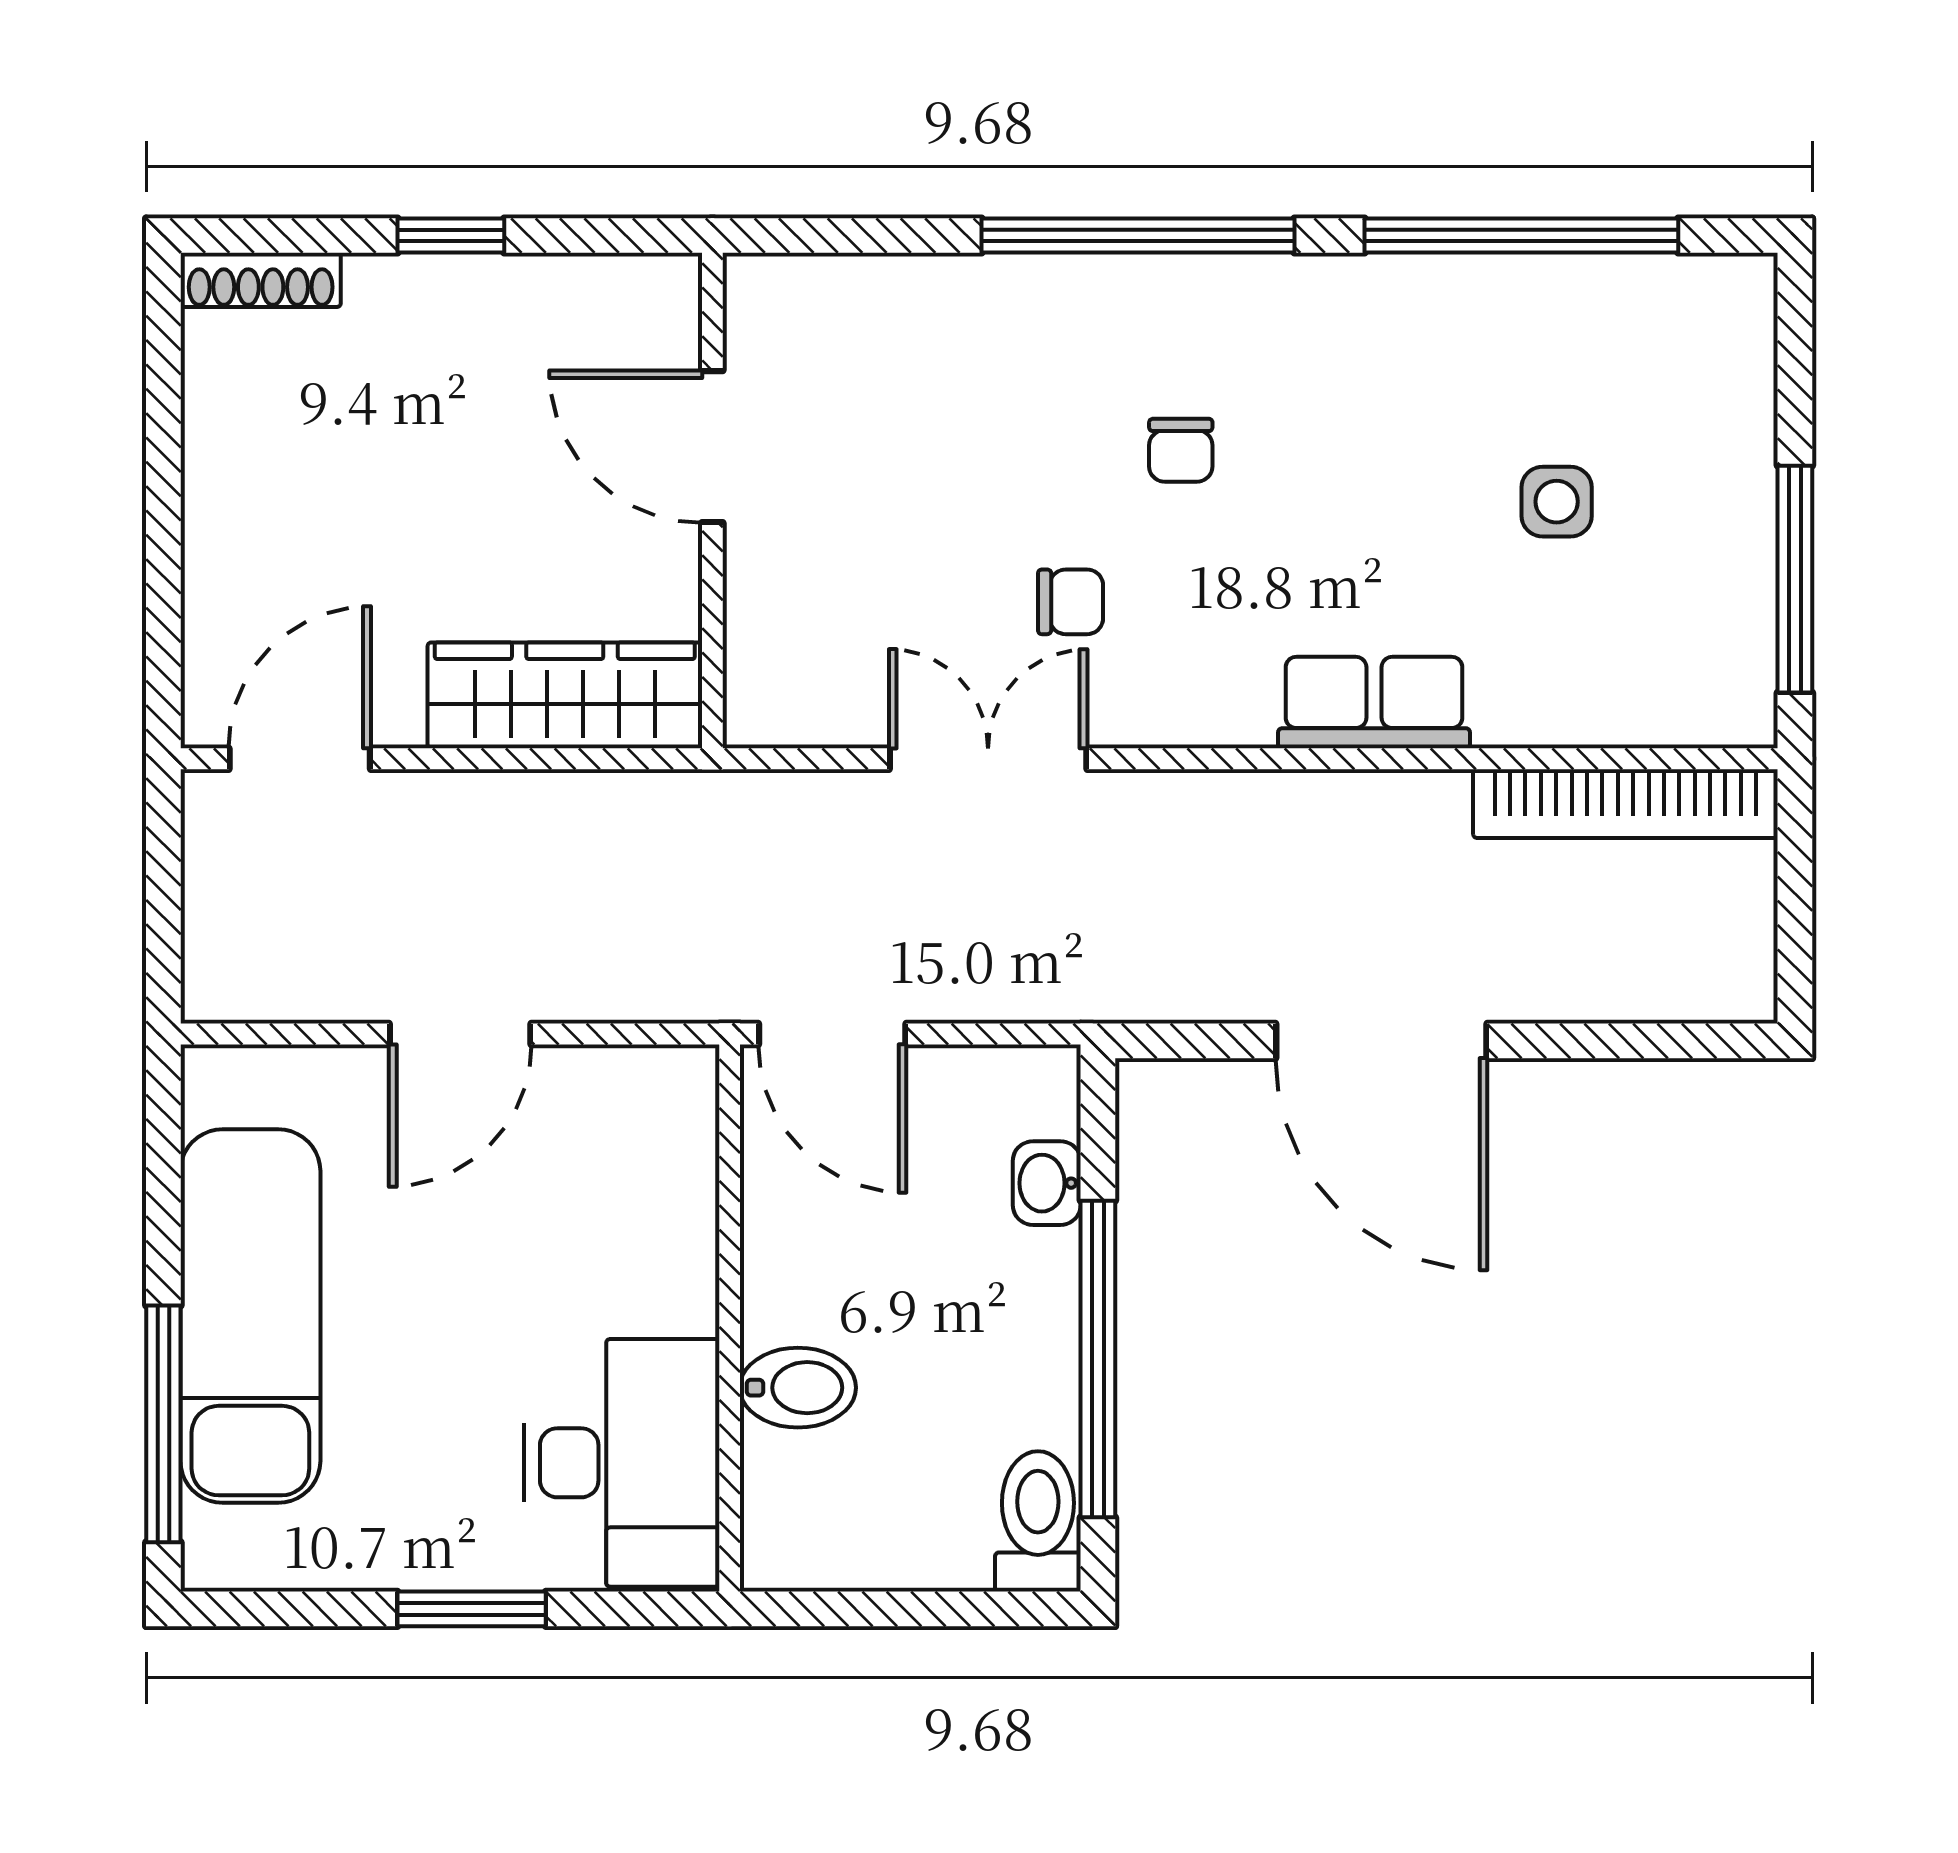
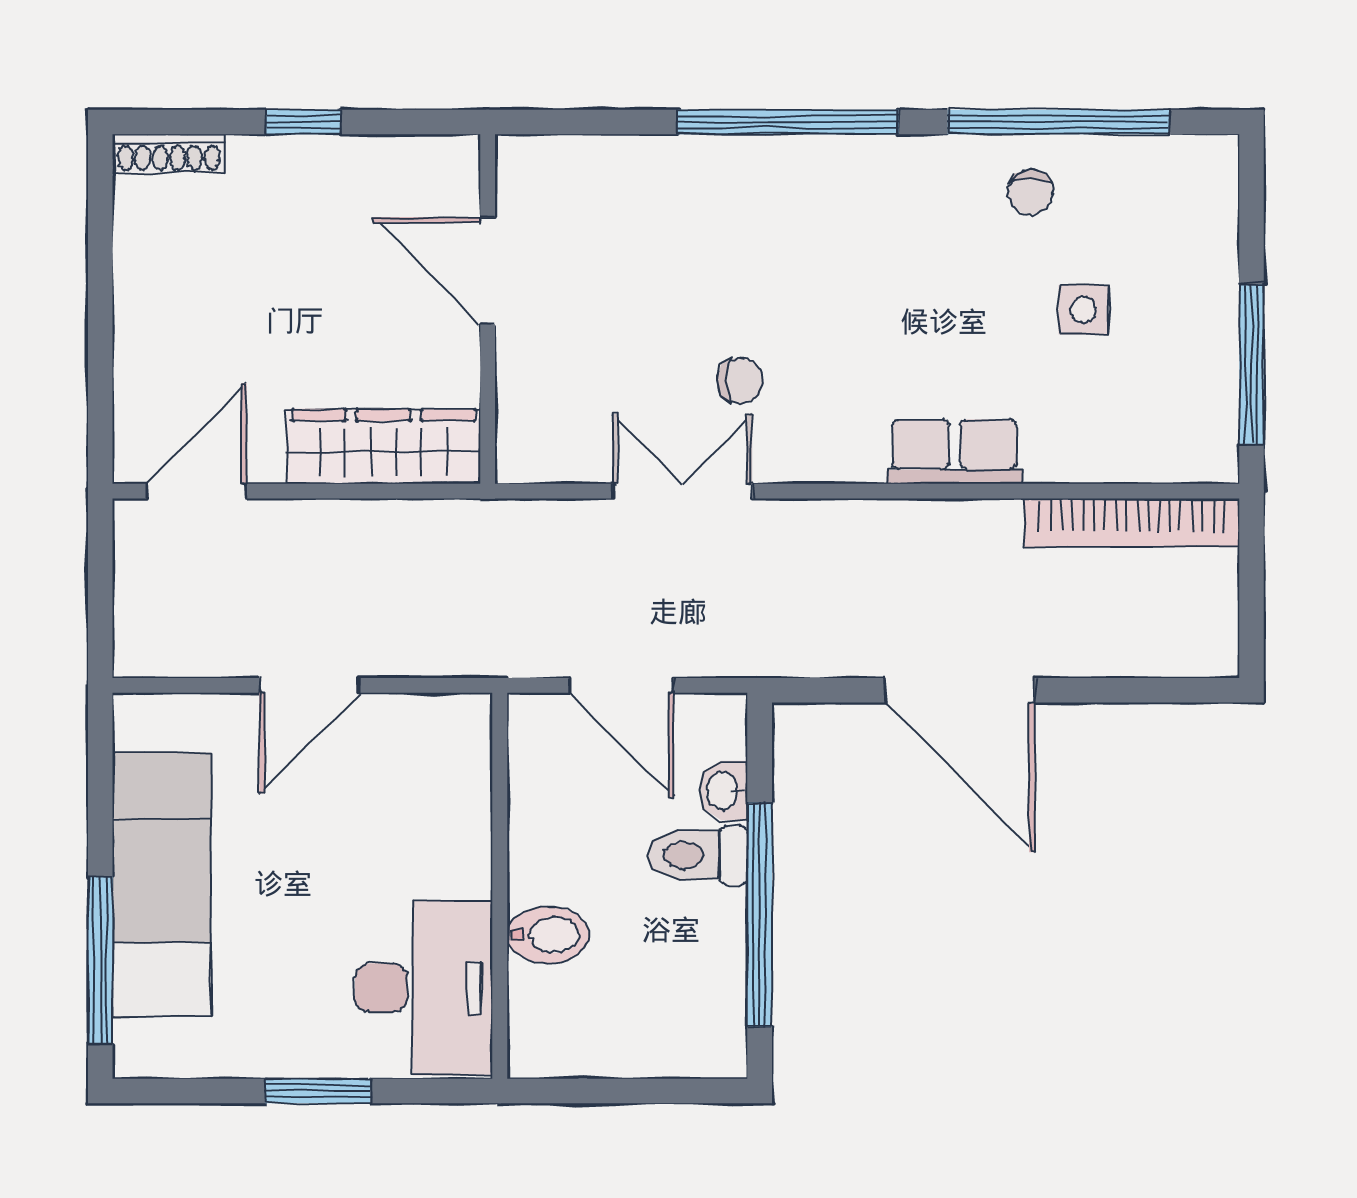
chair: (1181, 450) -> (1030, 192), moved
door: (832, 1034) -> (621, 685), moved
toilet: (1038, 1521) -> (698, 855), moved, turned -90

